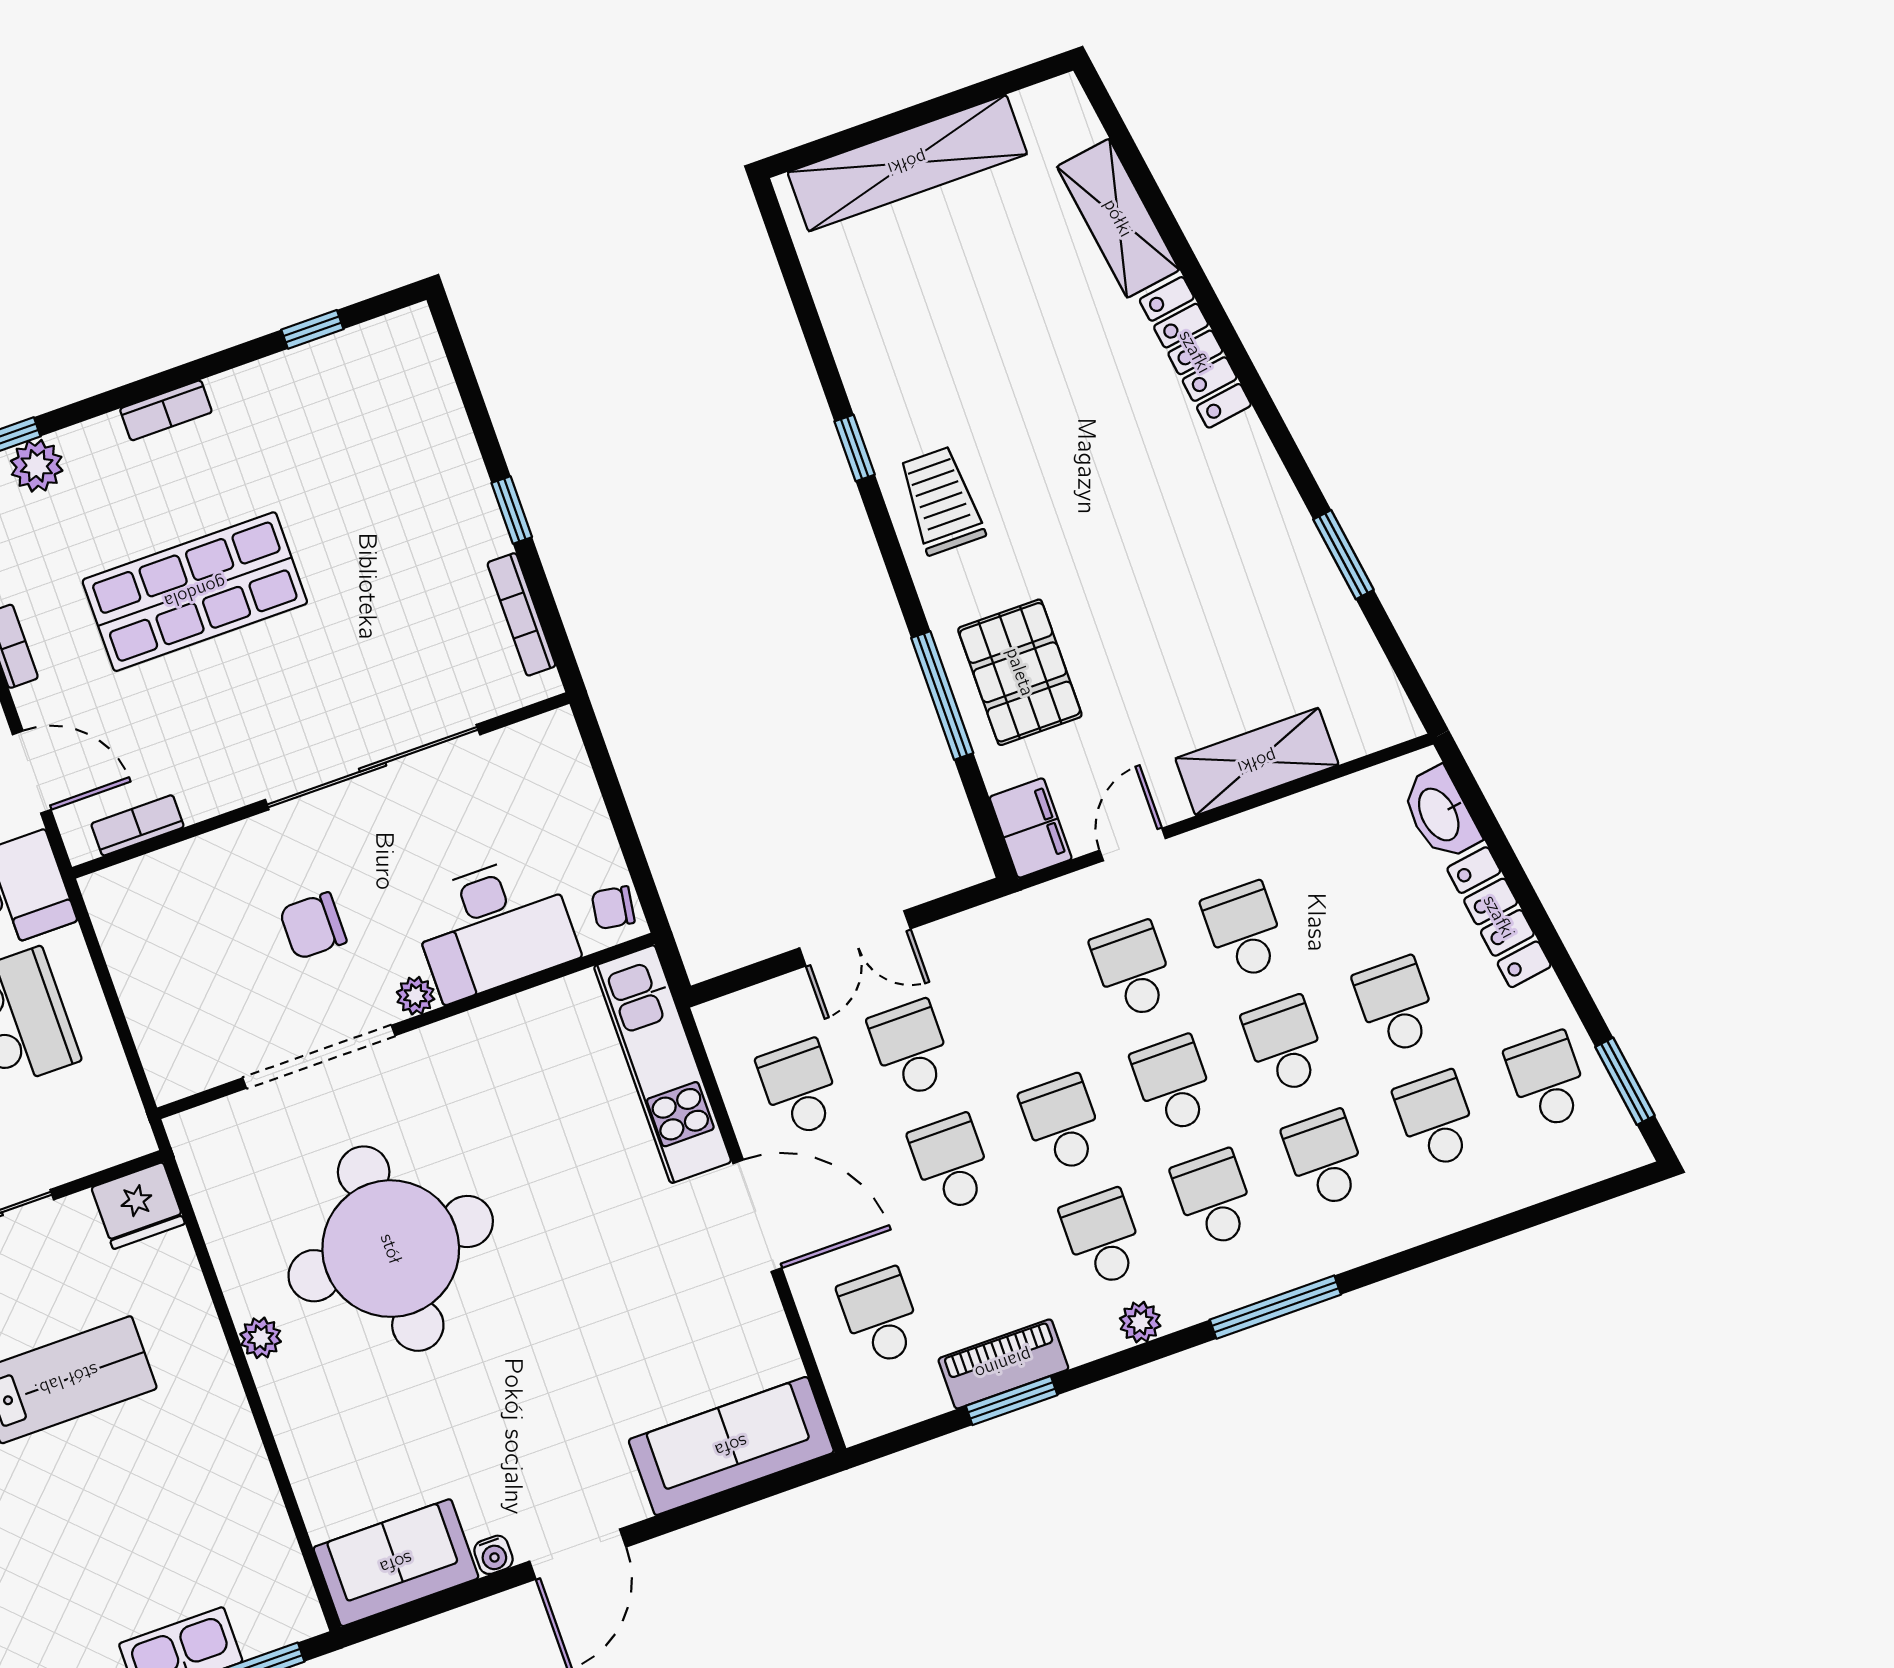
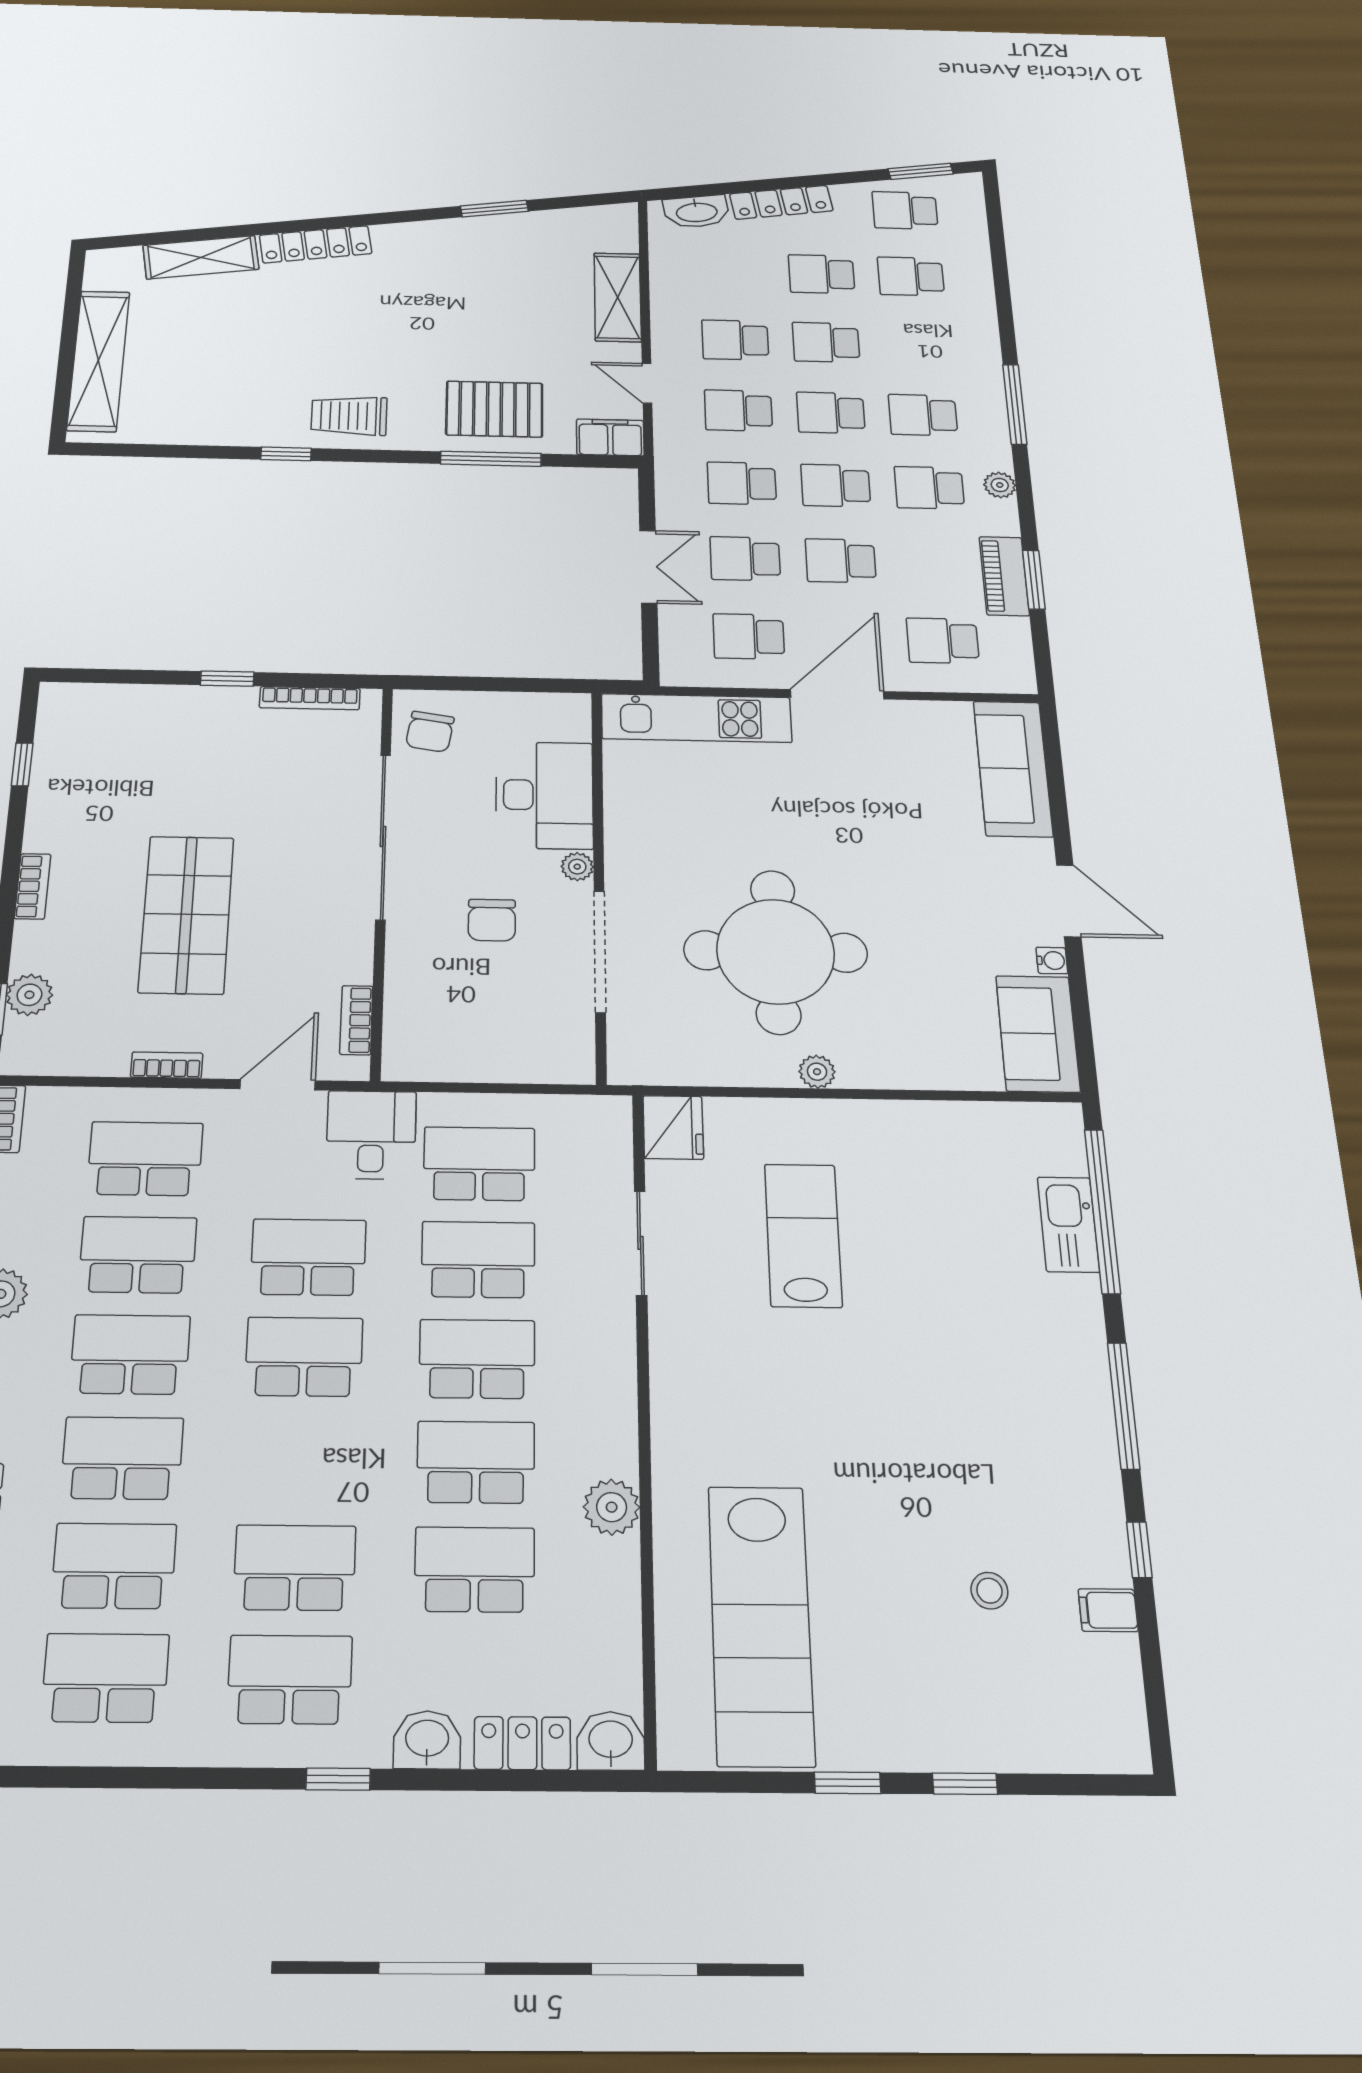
chair: (613, 908) -> (430, 732), moved, width x1.37, depth x1.37
school desk: (1325, 1159) -> (742, 483), moved

